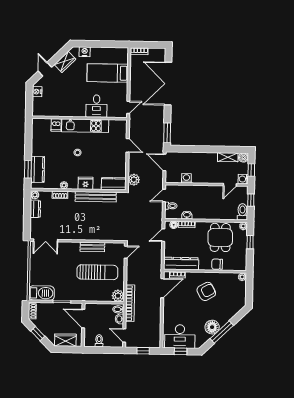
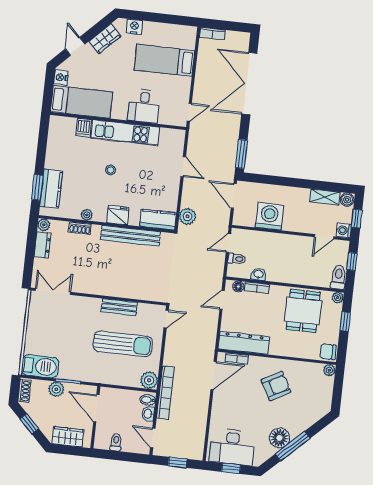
bed: (53, 107) -> (81, 102), added
washing machine: (186, 178) -> (269, 216), width x1.89, depth x1.89
double door: (46, 240) -> (53, 291), swing flipped
chair: (217, 264) -> (328, 352), moved
plant: (54, 308) -> (56, 389), added

